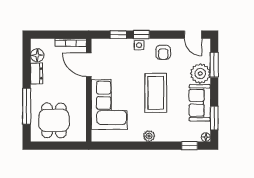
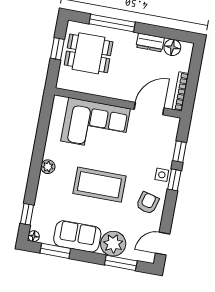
armchair: (163, 52) -> (148, 203), turned 105
window: (55, 146) -> (57, 49), added

